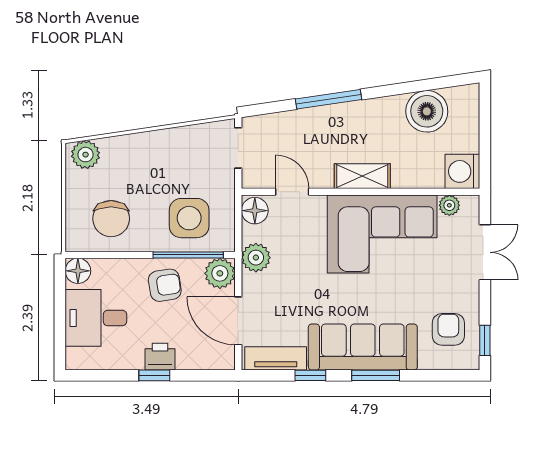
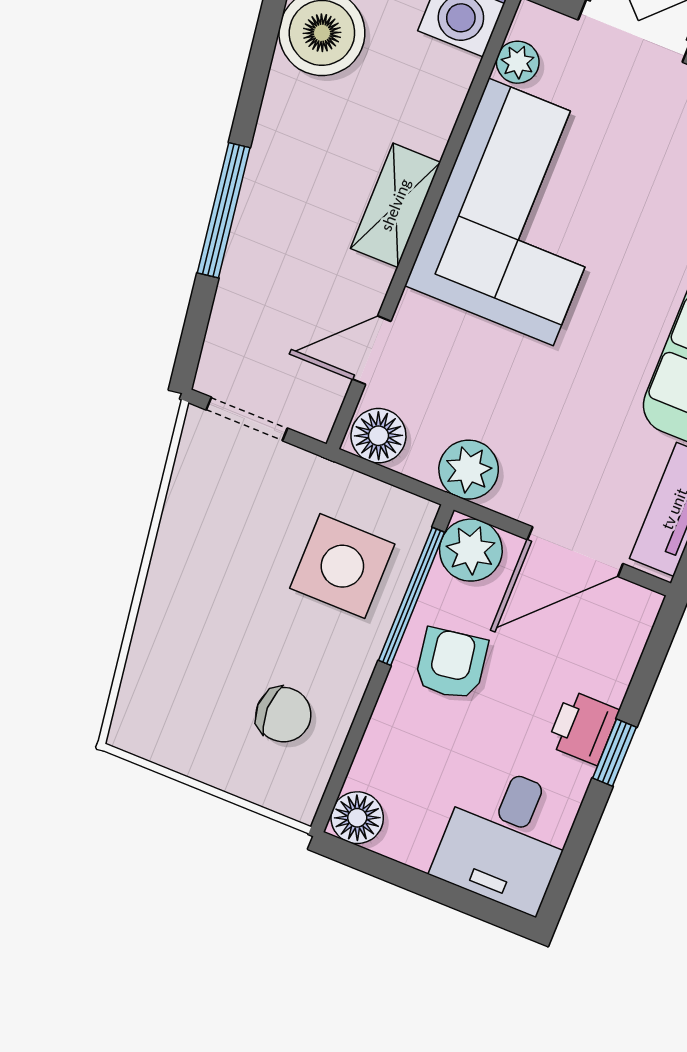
plant: (86, 155) -> (142, 714), removed
chair: (111, 219) -> (283, 715), width x0.73, depth x0.73
desk: (96, 318) -> (506, 838), moved

